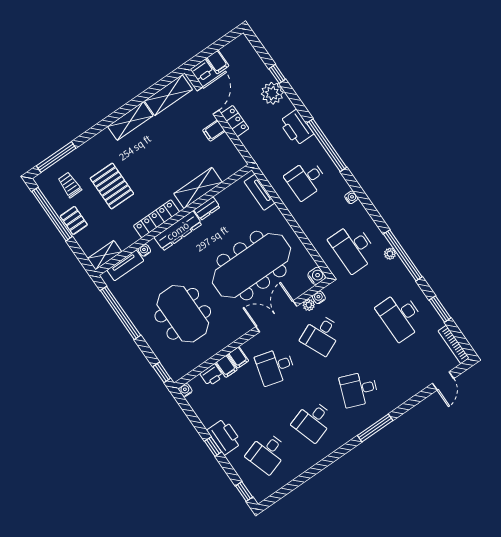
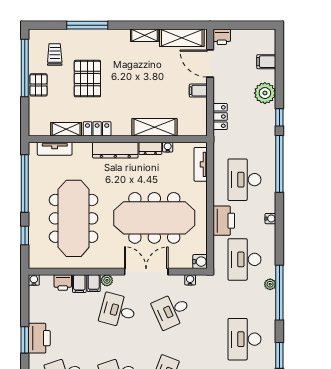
filing cabinet: (217, 62) -> (266, 62), moved, turned 90
window: (277, 74) -> (279, 117), moved
door: (208, 100) -> (210, 64), swing flipped
shelving: (130, 121) -> (145, 35), width x0.67, depth x0.75
locker: (235, 121) -> (220, 117), moved
printer: (296, 128) -> (224, 221), moved, turned 180
window: (56, 157) -> (87, 25), moved
desk: (306, 180) -> (244, 180), width x1.37
locker: (156, 219) -> (97, 129), width x0.66
water cooler: (144, 250) -> (168, 147), moved
shelving: (105, 255) -> (66, 129), moved
plant: (309, 305) -> (107, 280), moved
meeting table: (183, 314) -> (74, 218), width x1.36
window: (162, 372) -> (25, 236), moved
window: (213, 447) -> (25, 340), width x1.50

